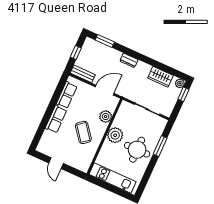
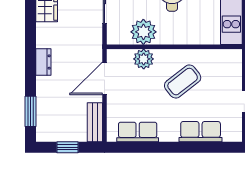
door: (105, 90) -> (104, 78), hinge flipped
row of seats: (56, 119) -> (201, 132), moved
plant: (115, 135) -> (143, 32), moved

